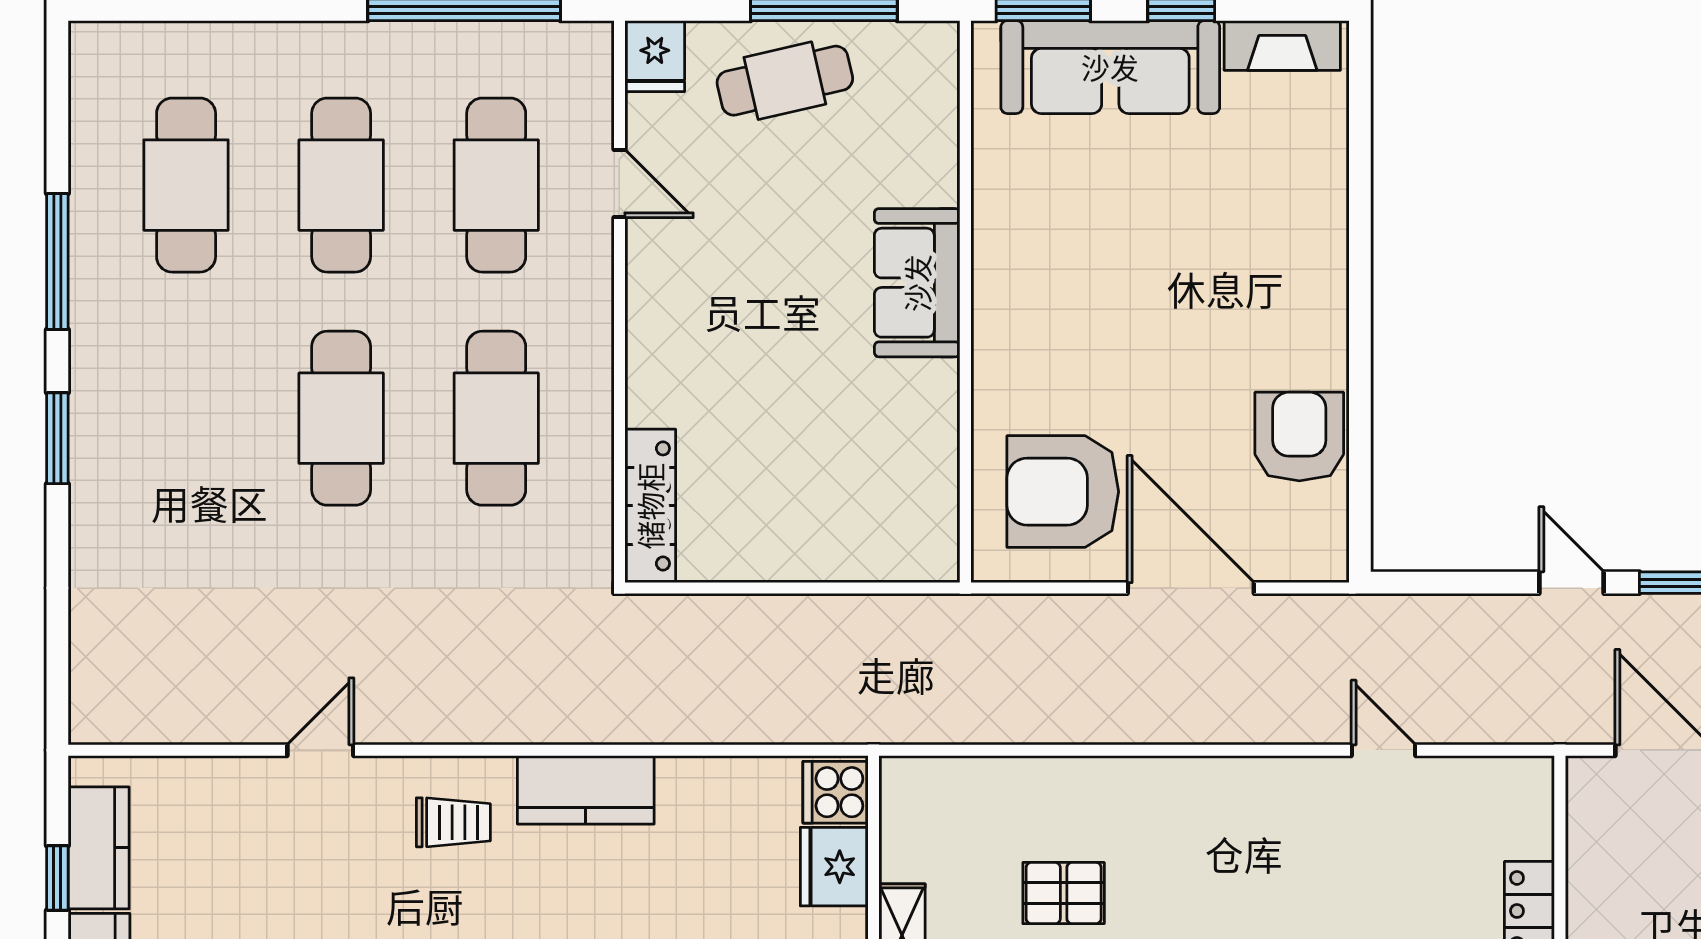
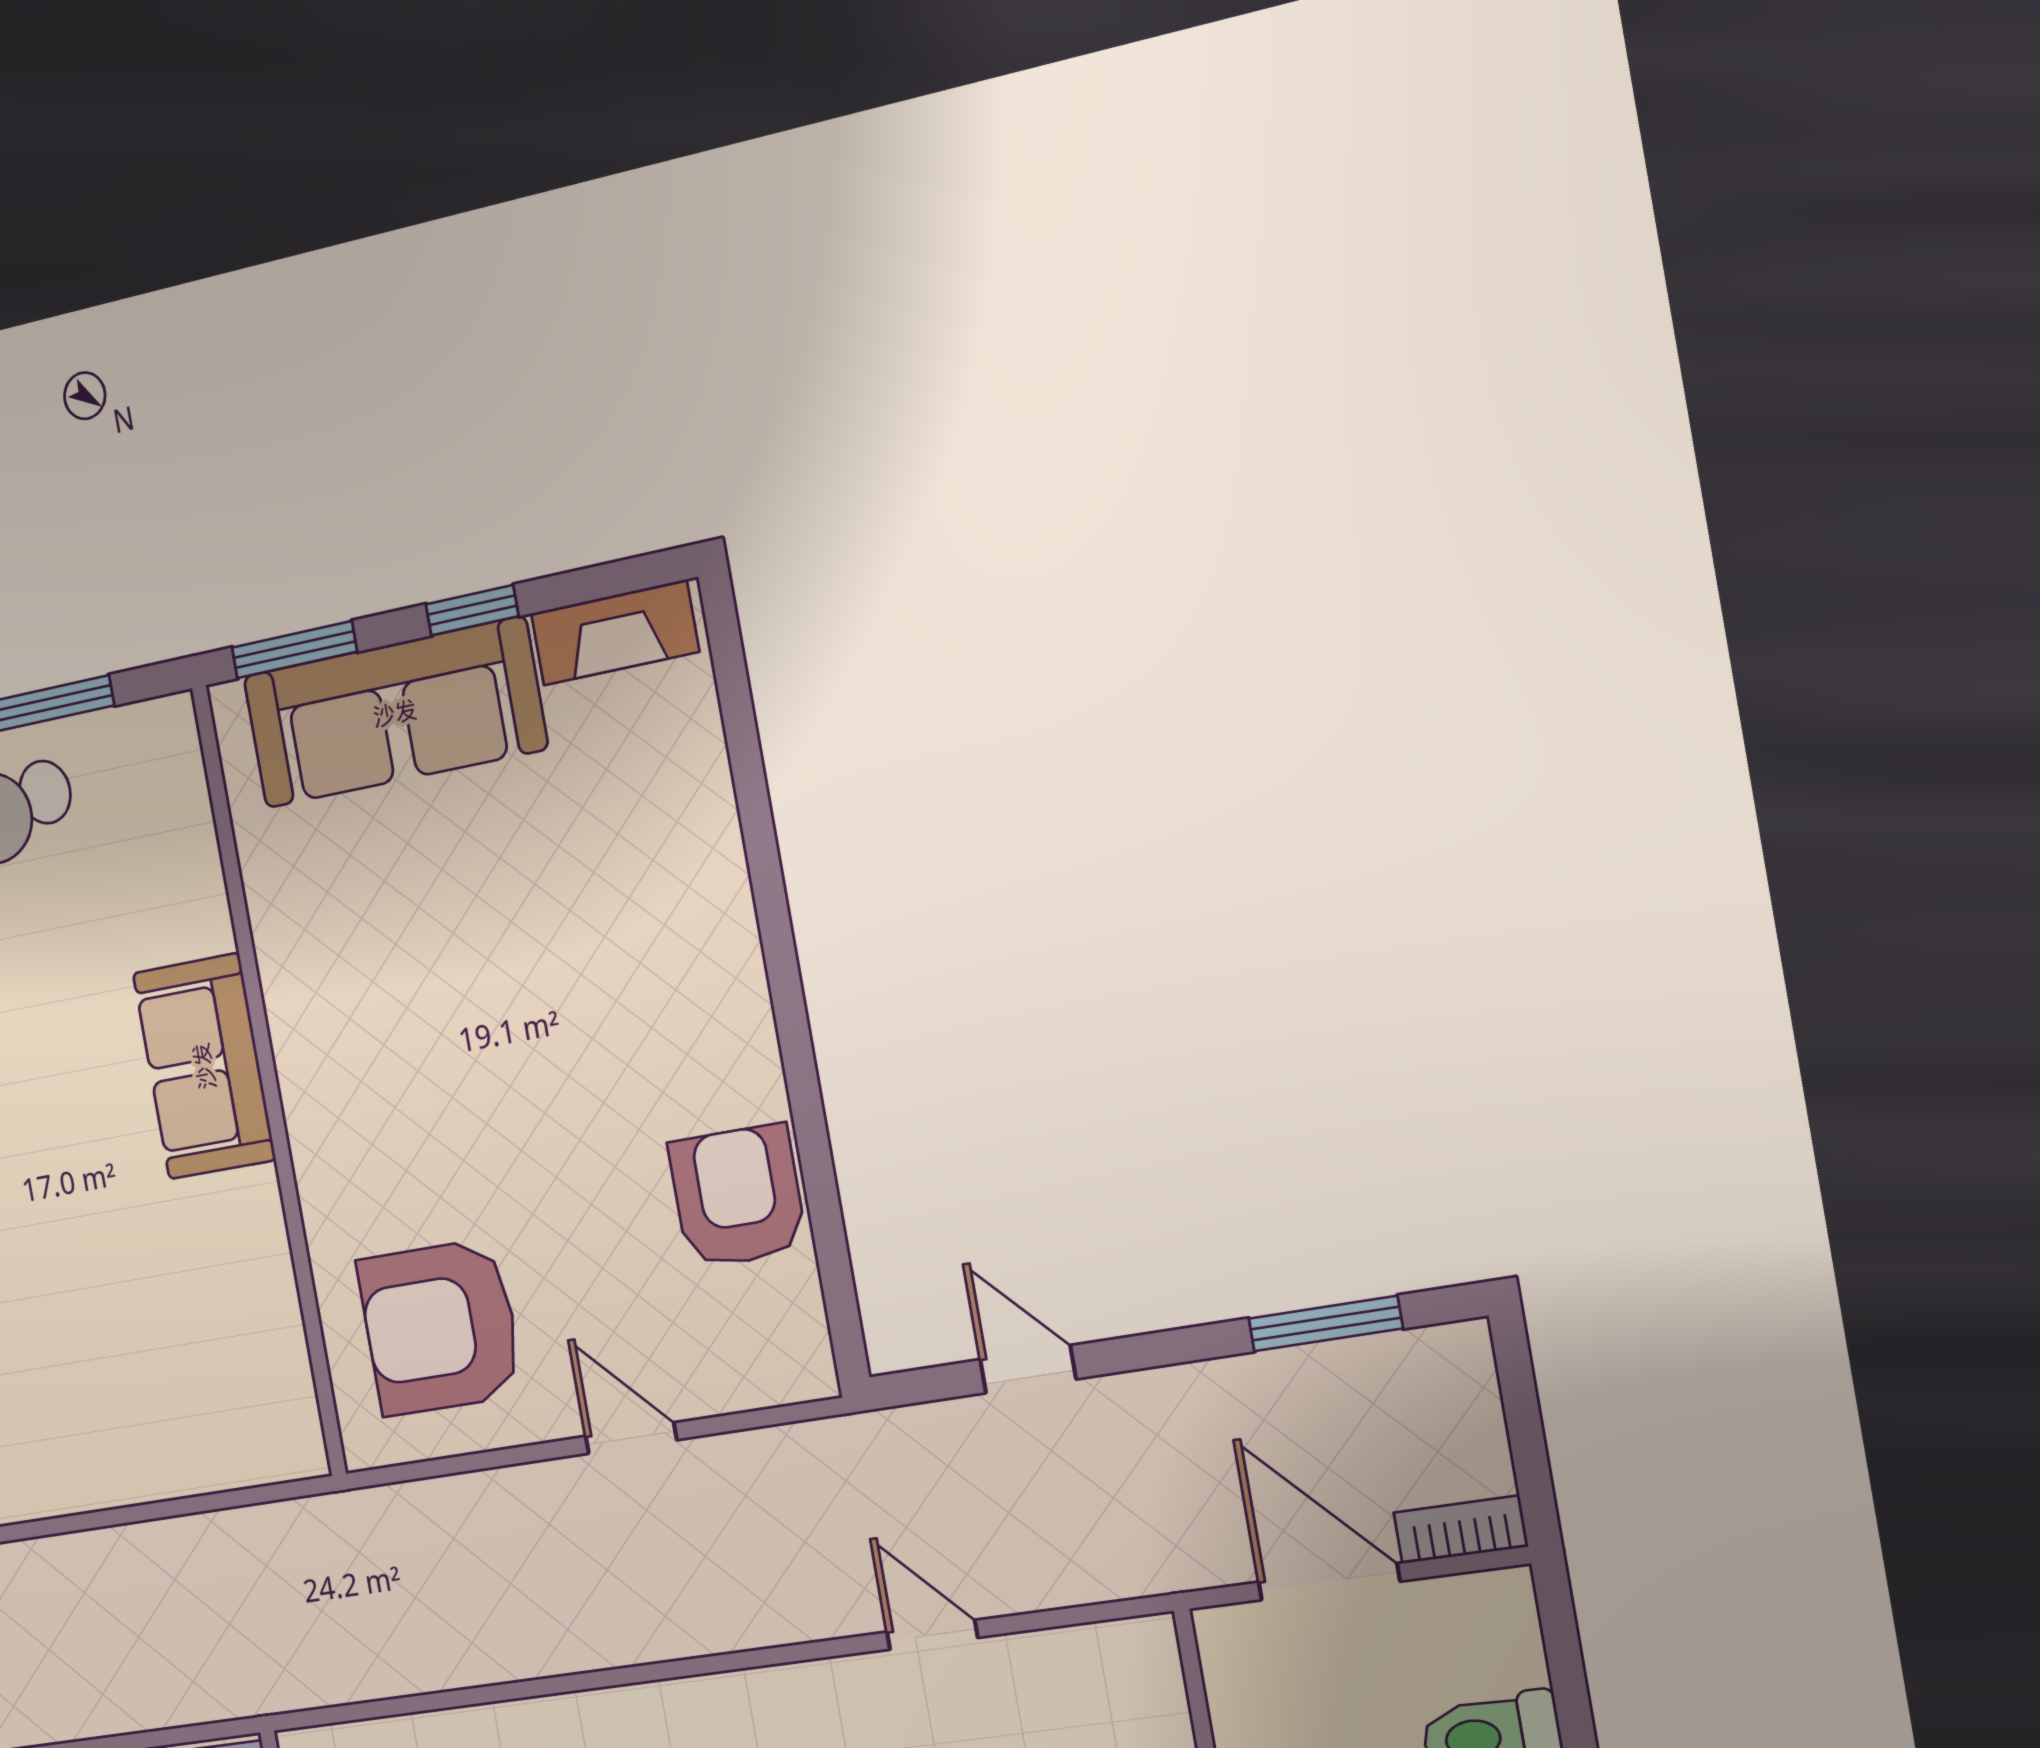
door: (1572, 583) -> (1028, 1369), moved
door: (1191, 588) -> (631, 1438), width x0.53

